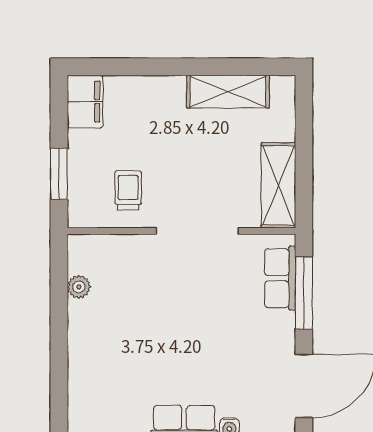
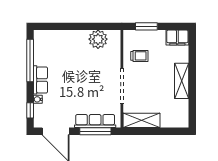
shelving: (228, 92) -> (182, 81), moved
row of seats: (280, 278) -> (95, 121), width x1.48
plant: (79, 287) -> (98, 39), width x1.88, depth x1.88

